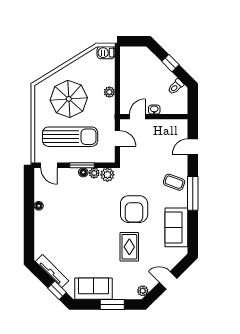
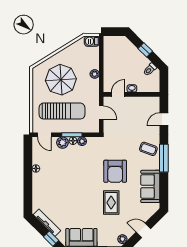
plant: (107, 175) -> (62, 143), moved

